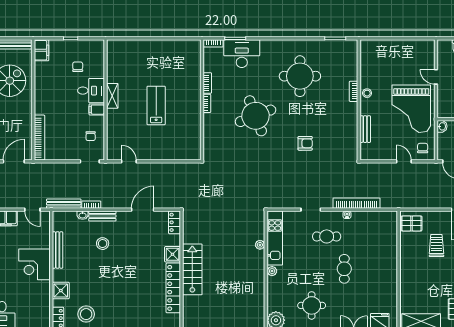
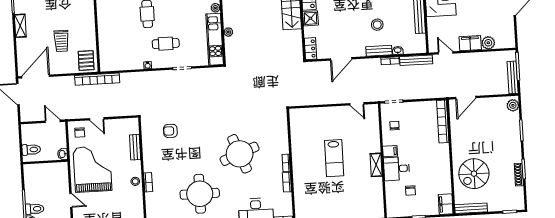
armchair: (305, 143) -> (170, 131), moved
bookcase: (357, 203) -> (97, 79), moved
pallet: (412, 223) -> (86, 60), turned 90

